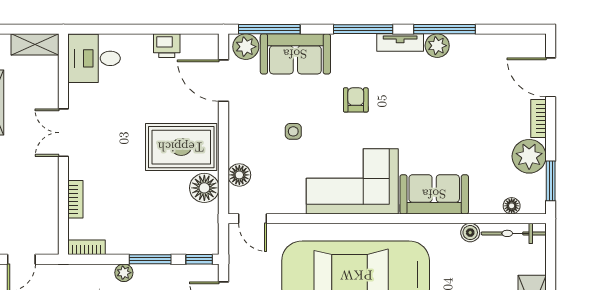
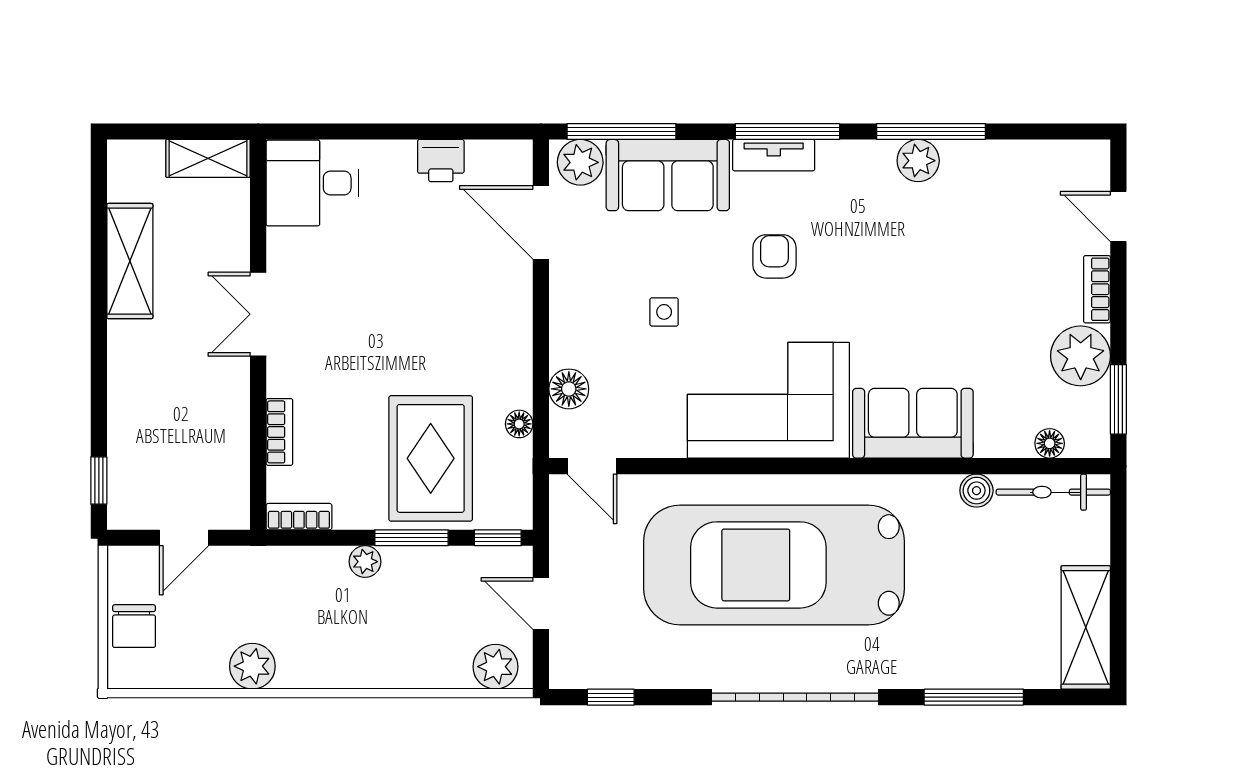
tv unit: (400, 43) -> (774, 155), moved
door: (551, 77) -> (1118, 217), width x0.73
rug: (181, 147) -> (431, 458), moved, turned 90
floor lamp: (204, 188) -> (519, 424), width x0.53, depth x0.53

